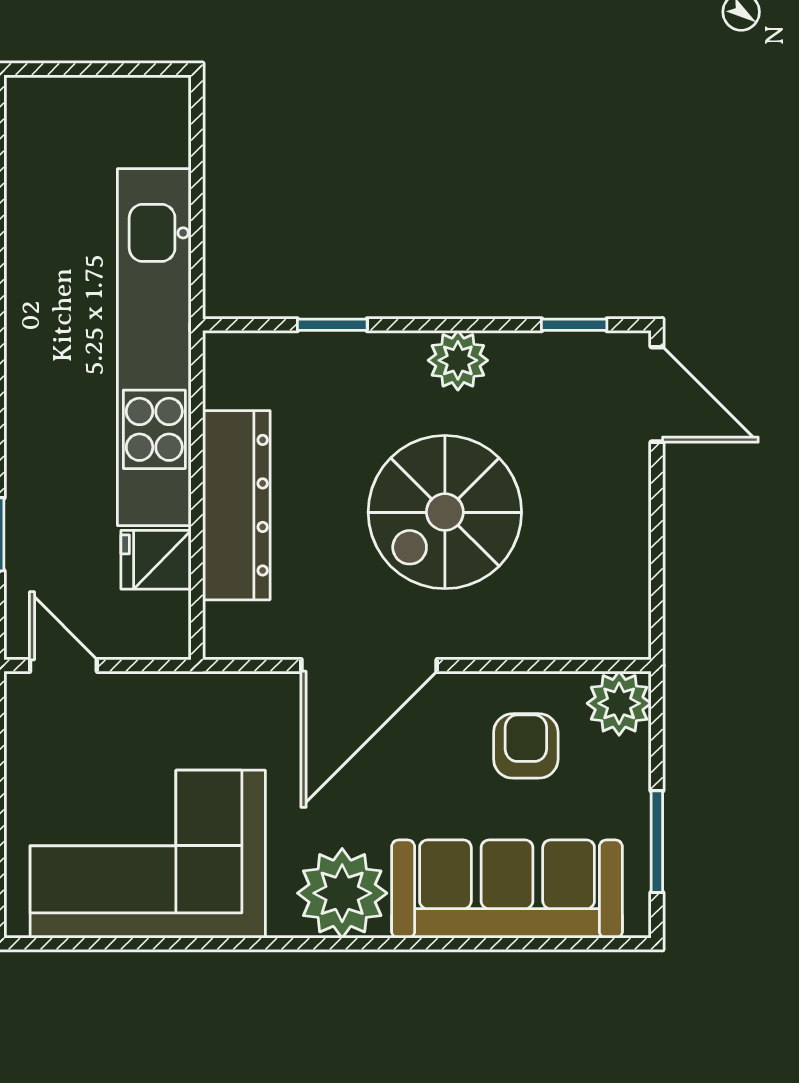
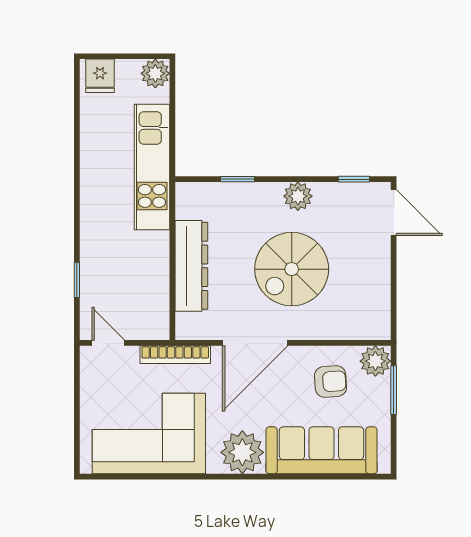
plant: (161, 105) -> (155, 73), added
kitchen unit: (154, 347) -> (152, 167), width x0.73
fridge: (156, 560) -> (100, 76), moved, turned -90
bookcase: (203, 690) -> (175, 355), added
armchair: (526, 746) -> (331, 381), turned 86
window: (657, 842) -> (394, 390), moved

